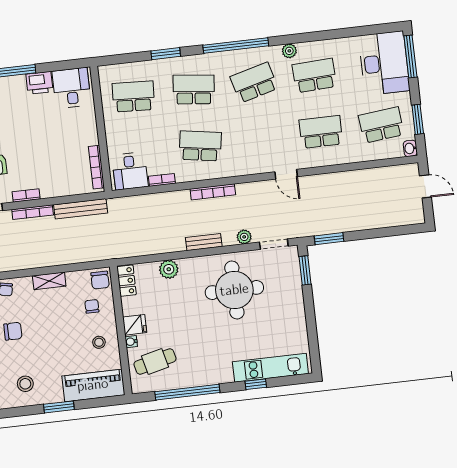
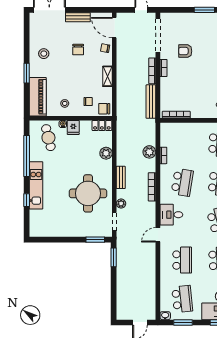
desk: (130, 171) -> (171, 215), moved
plant: (159, 202) -> (149, 152), added
kitchen unit: (270, 368) -> (36, 185), moved

